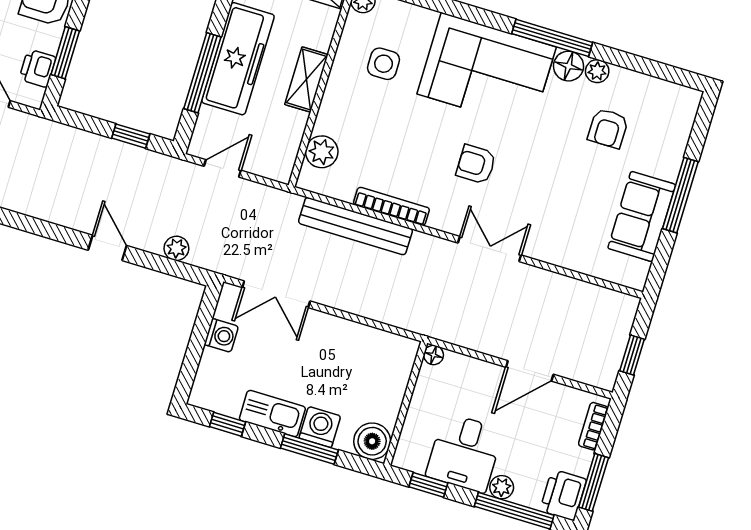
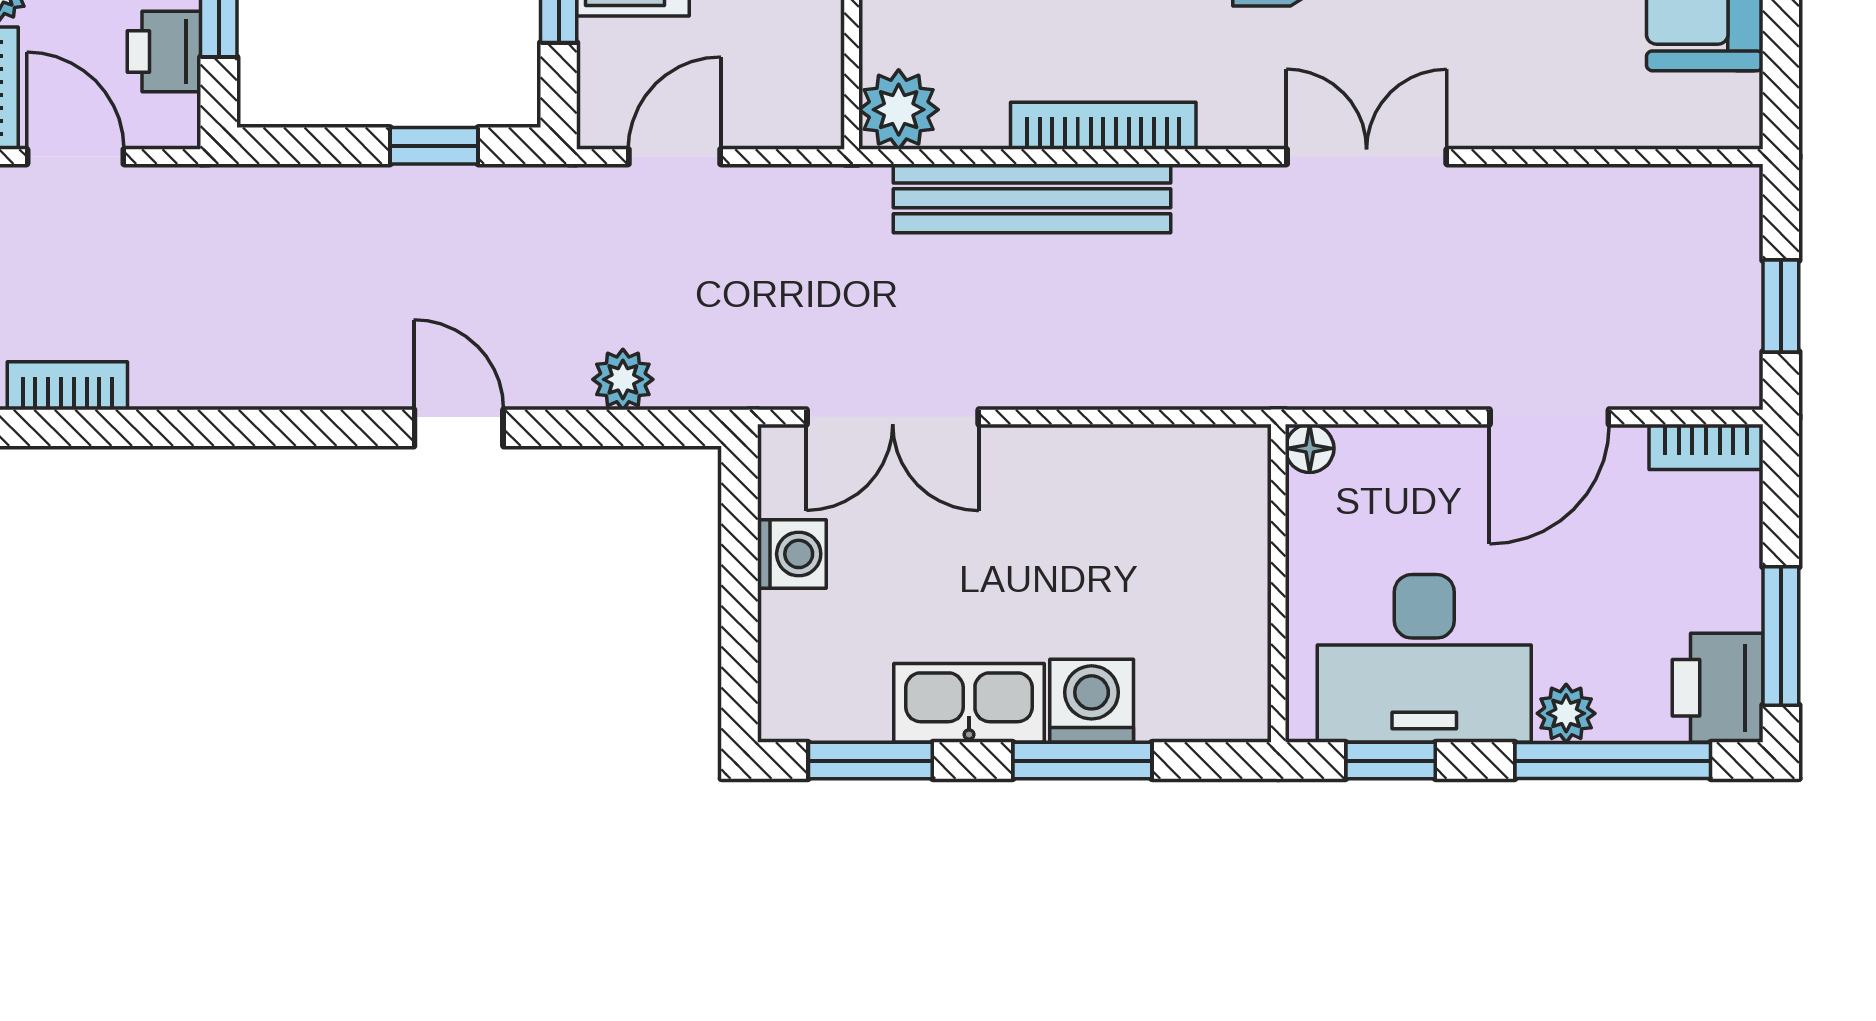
plant: (322, 152) -> (899, 110), moved
window: (228, 424) -> (870, 761), width x1.50
bookcase: (593, 426) -> (1706, 447), moved, turned -90
boiler: (372, 441) -> (1226, 697), removed
desk: (465, 453) -> (1424, 658), width x1.37

